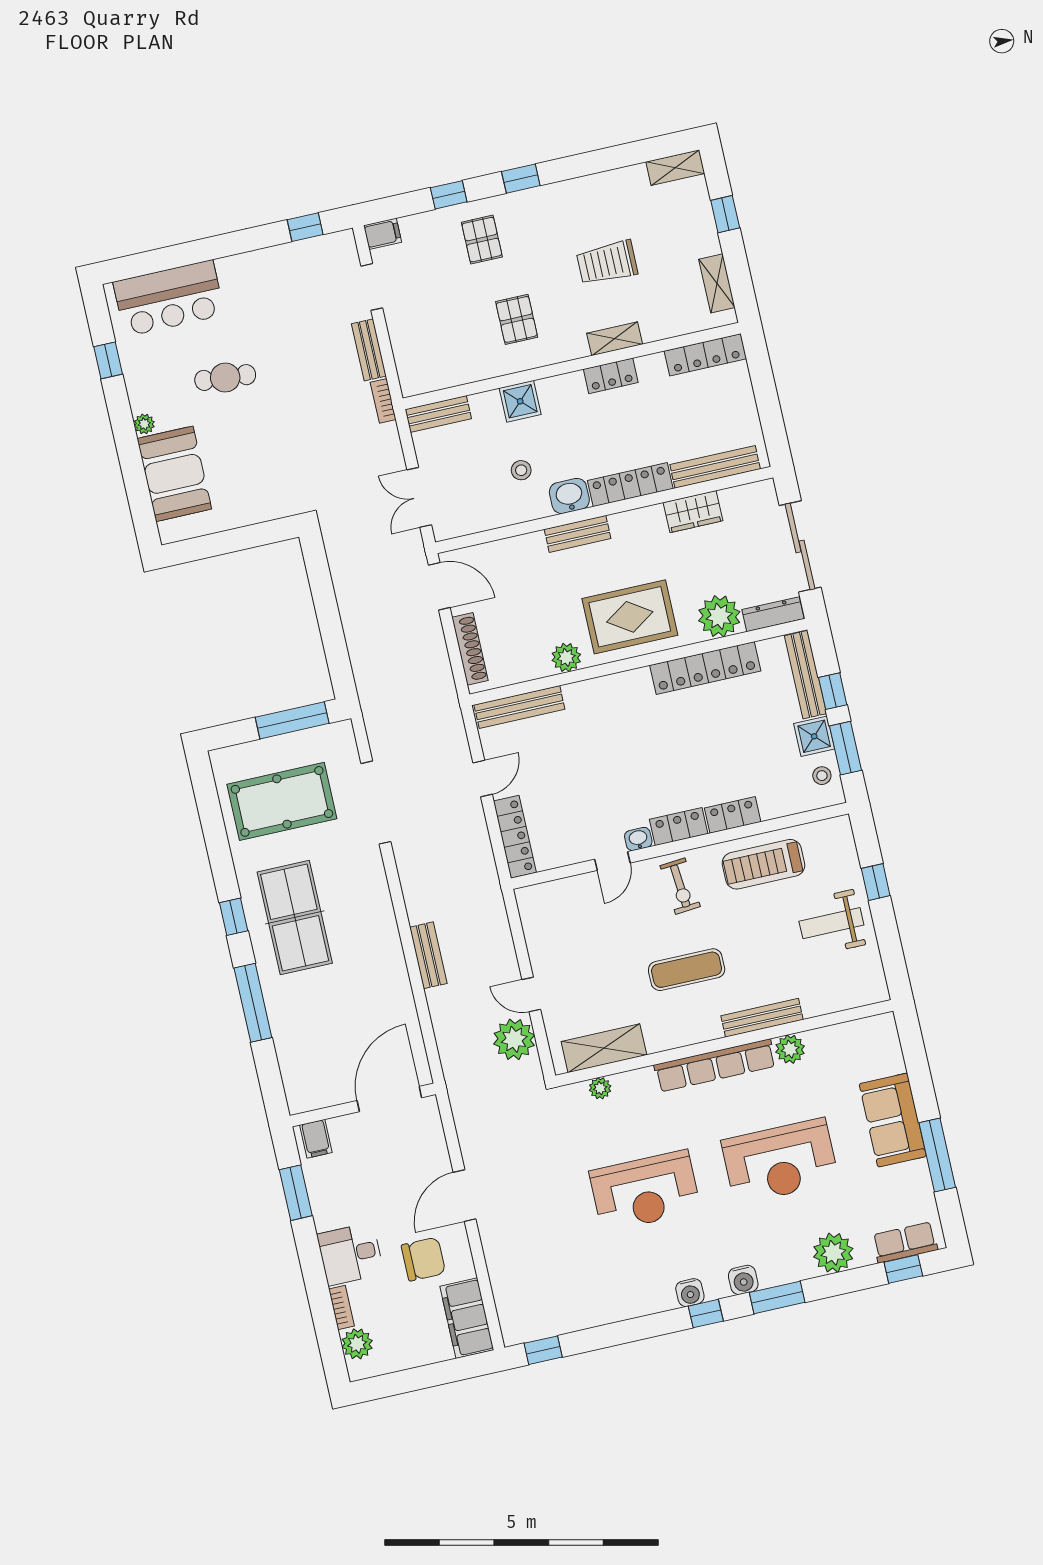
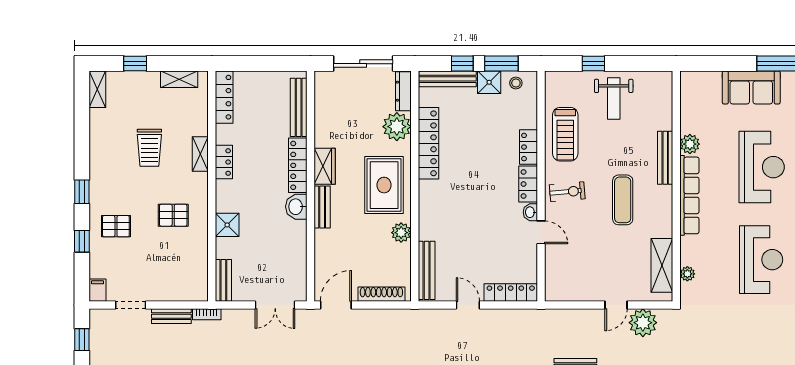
stool: (521, 470) -> (272, 234), removed
wardrobe: (693, 512) -> (325, 166), moved

